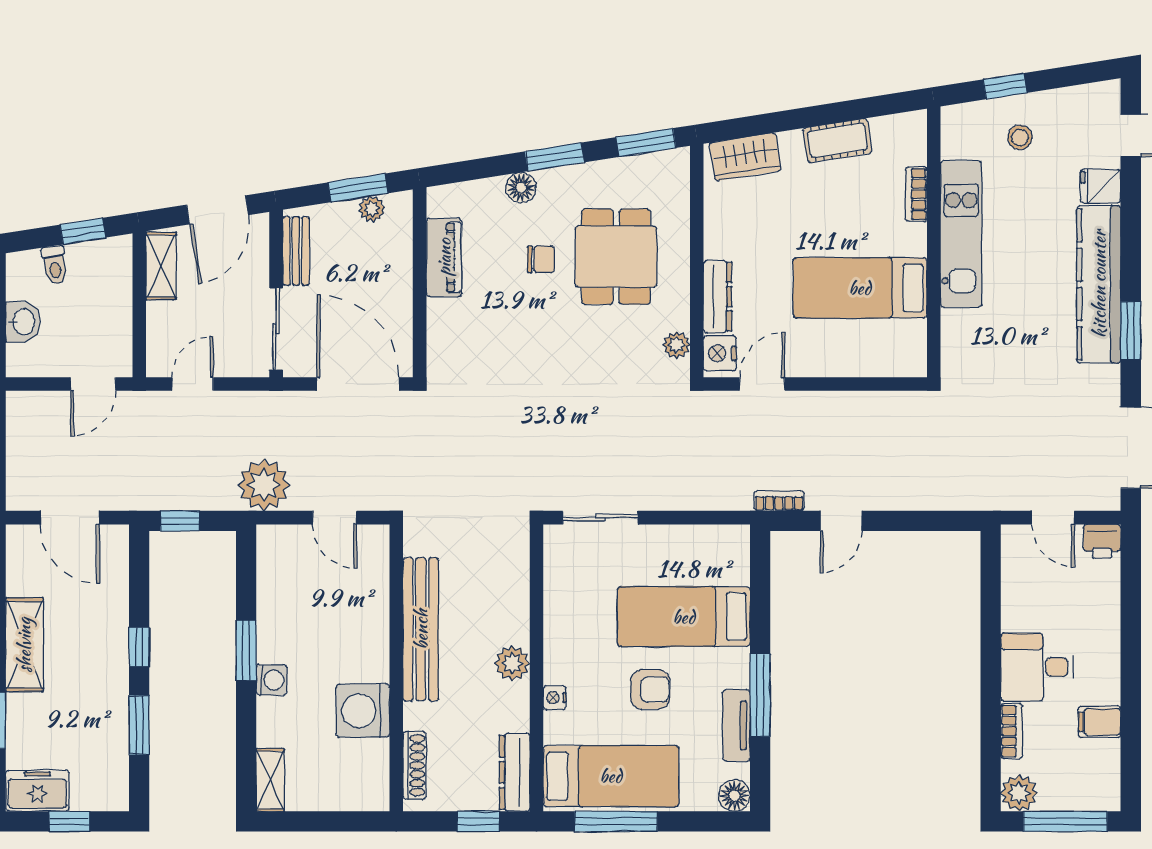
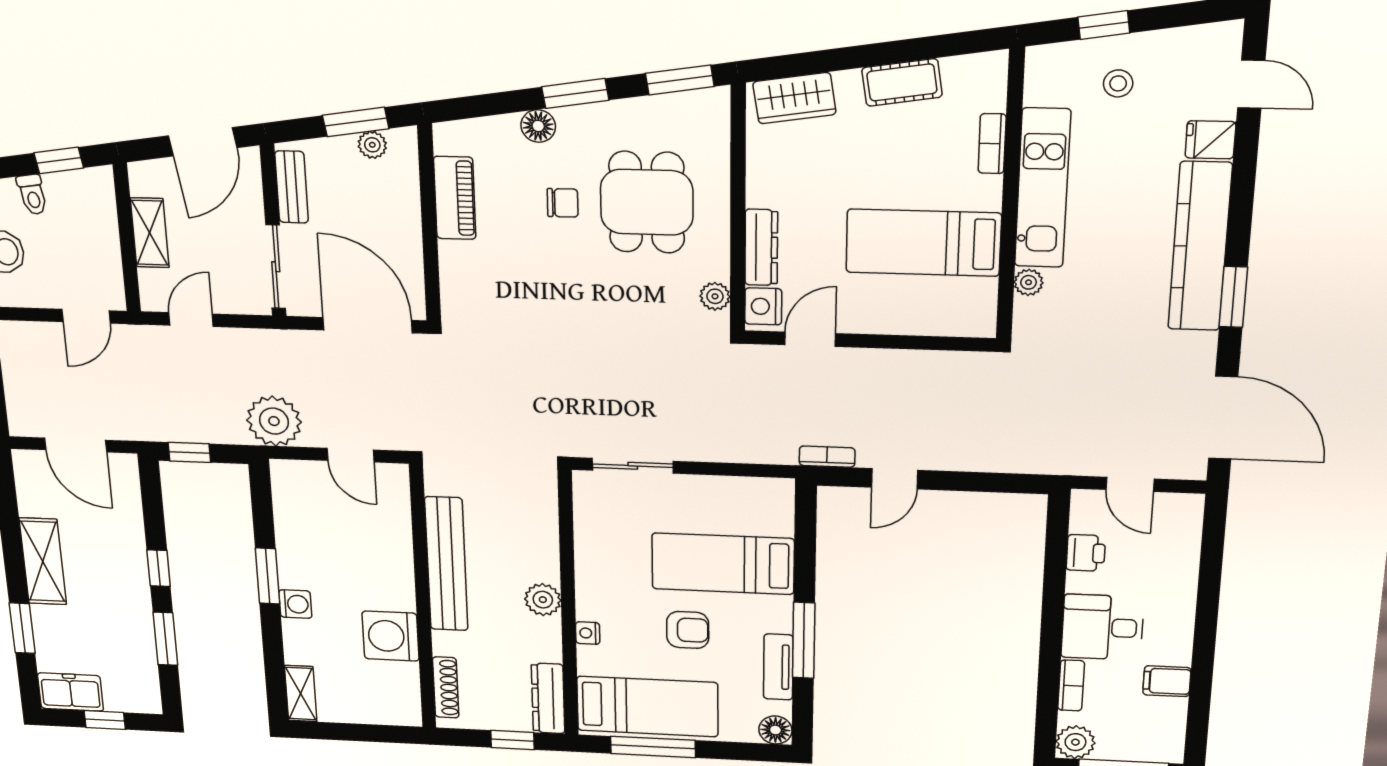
shelving: (161, 266) -> (150, 233), moved
plant: (953, 323) -> (1028, 282), added
printer: (1102, 541) -> (1086, 553), moved, turned -90

